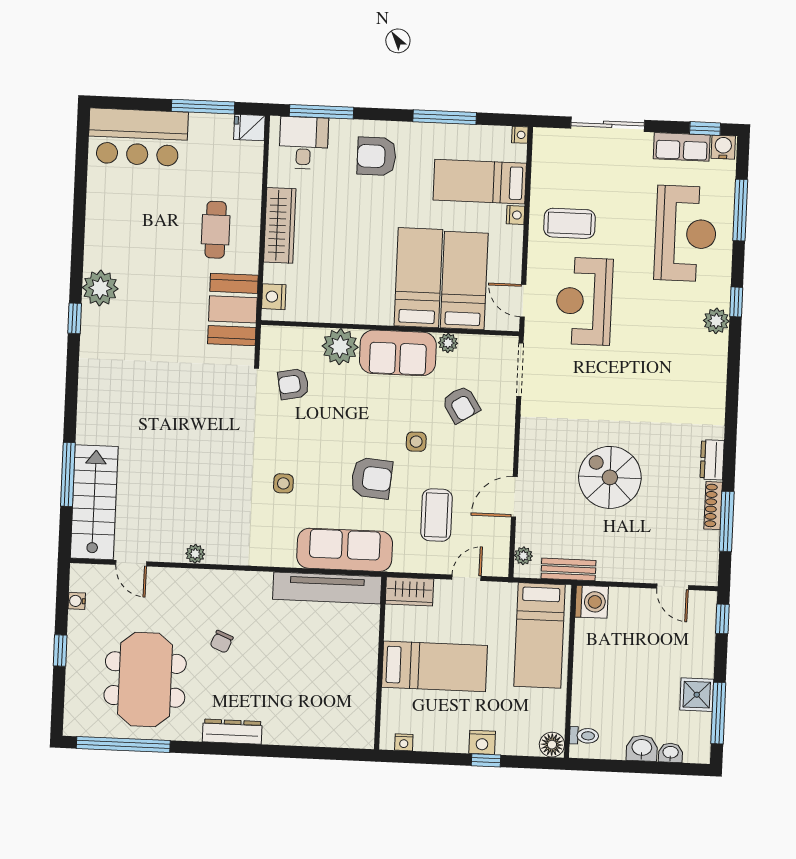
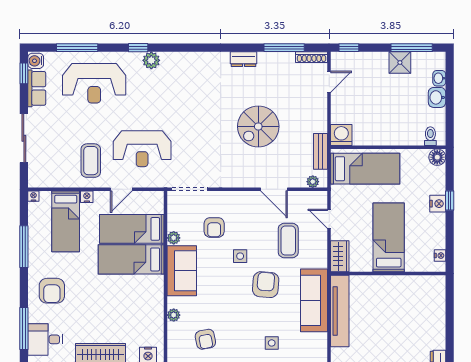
reception desk: (686, 234) -> (94, 83), turned 180
door: (523, 301) -> (121, 189), moved
plant: (340, 347) -> (174, 315), width x0.53, depth x0.53
armchair: (461, 404) -> (214, 227), turned 122
shoe rack: (713, 506) -> (312, 57), moved
coffee table: (436, 515) -> (288, 241), turned 90

